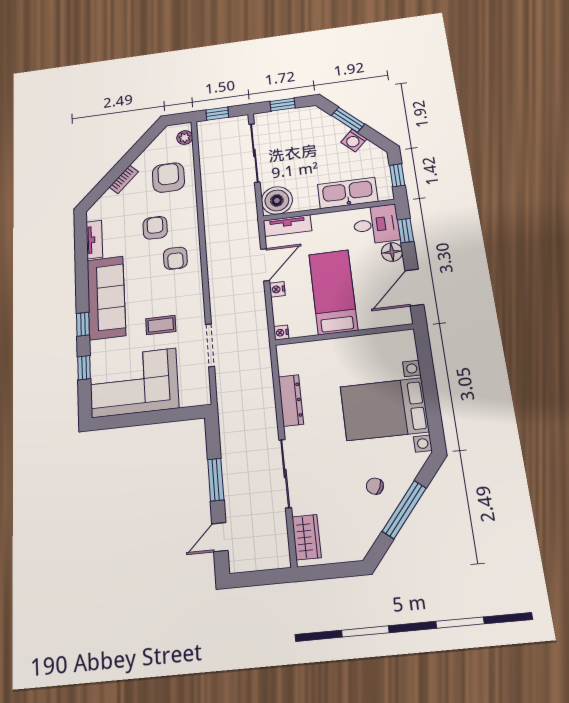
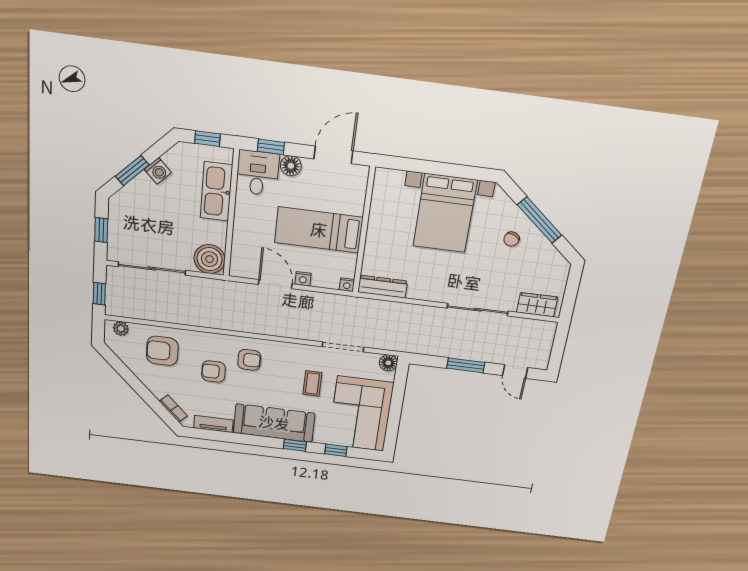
bookcase: (124, 179) -> (173, 408), moved
tv unit: (287, 226) -> (239, 255), removed
door: (414, 288) -> (333, 155), swing flipped
floor lamp: (201, 396) -> (388, 363), added
dresser: (291, 400) -> (383, 287), moved

